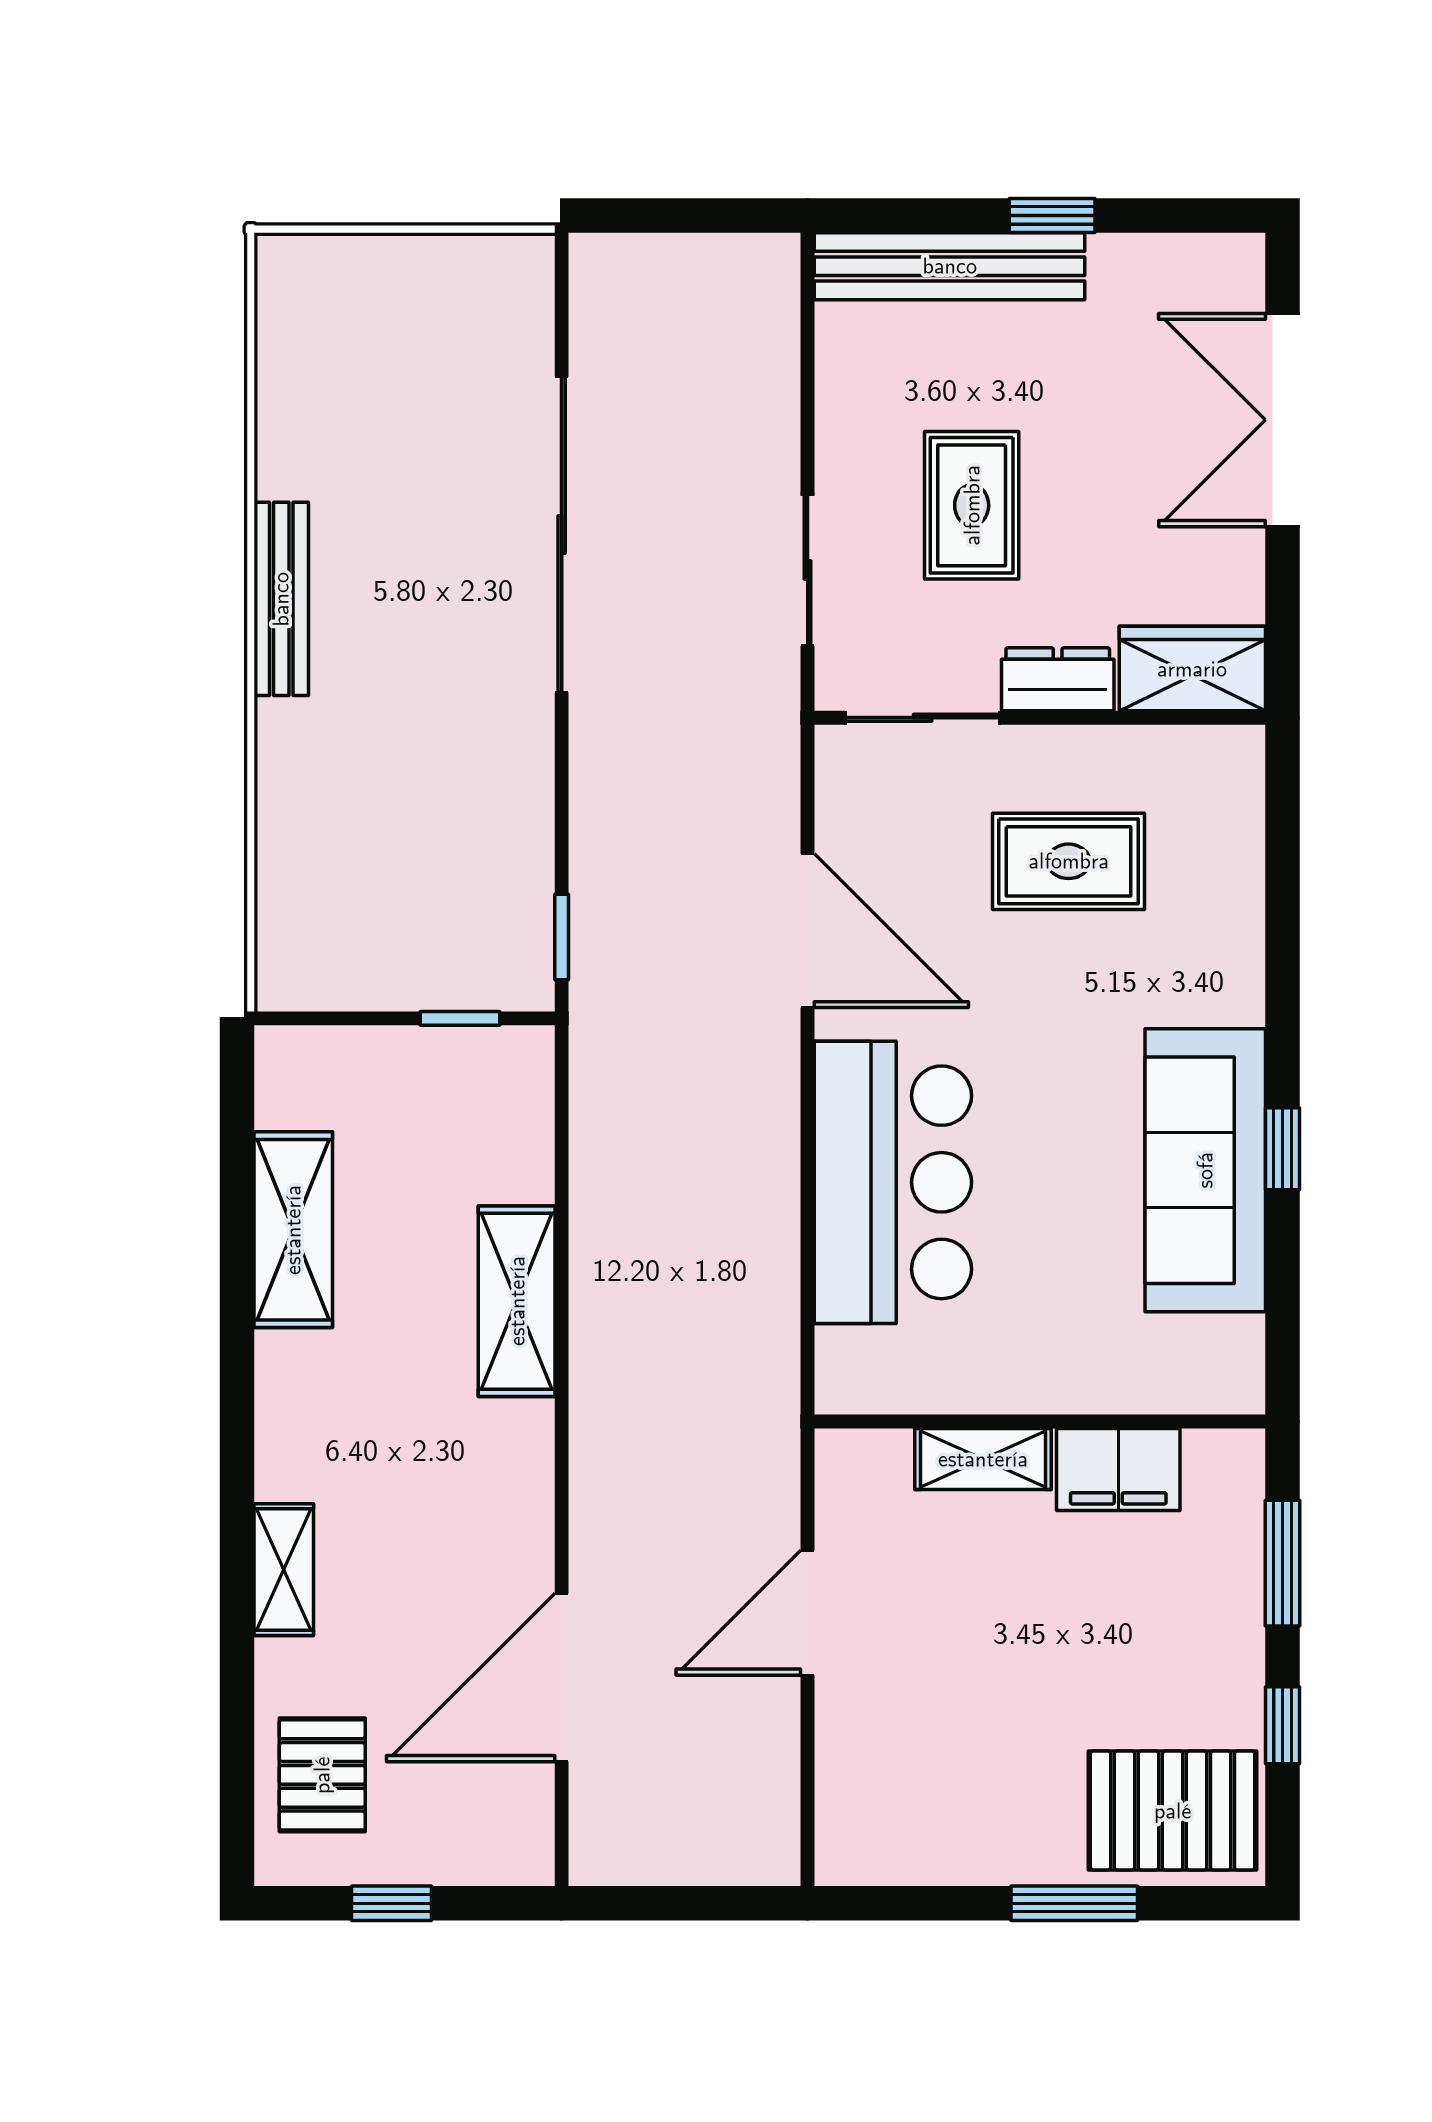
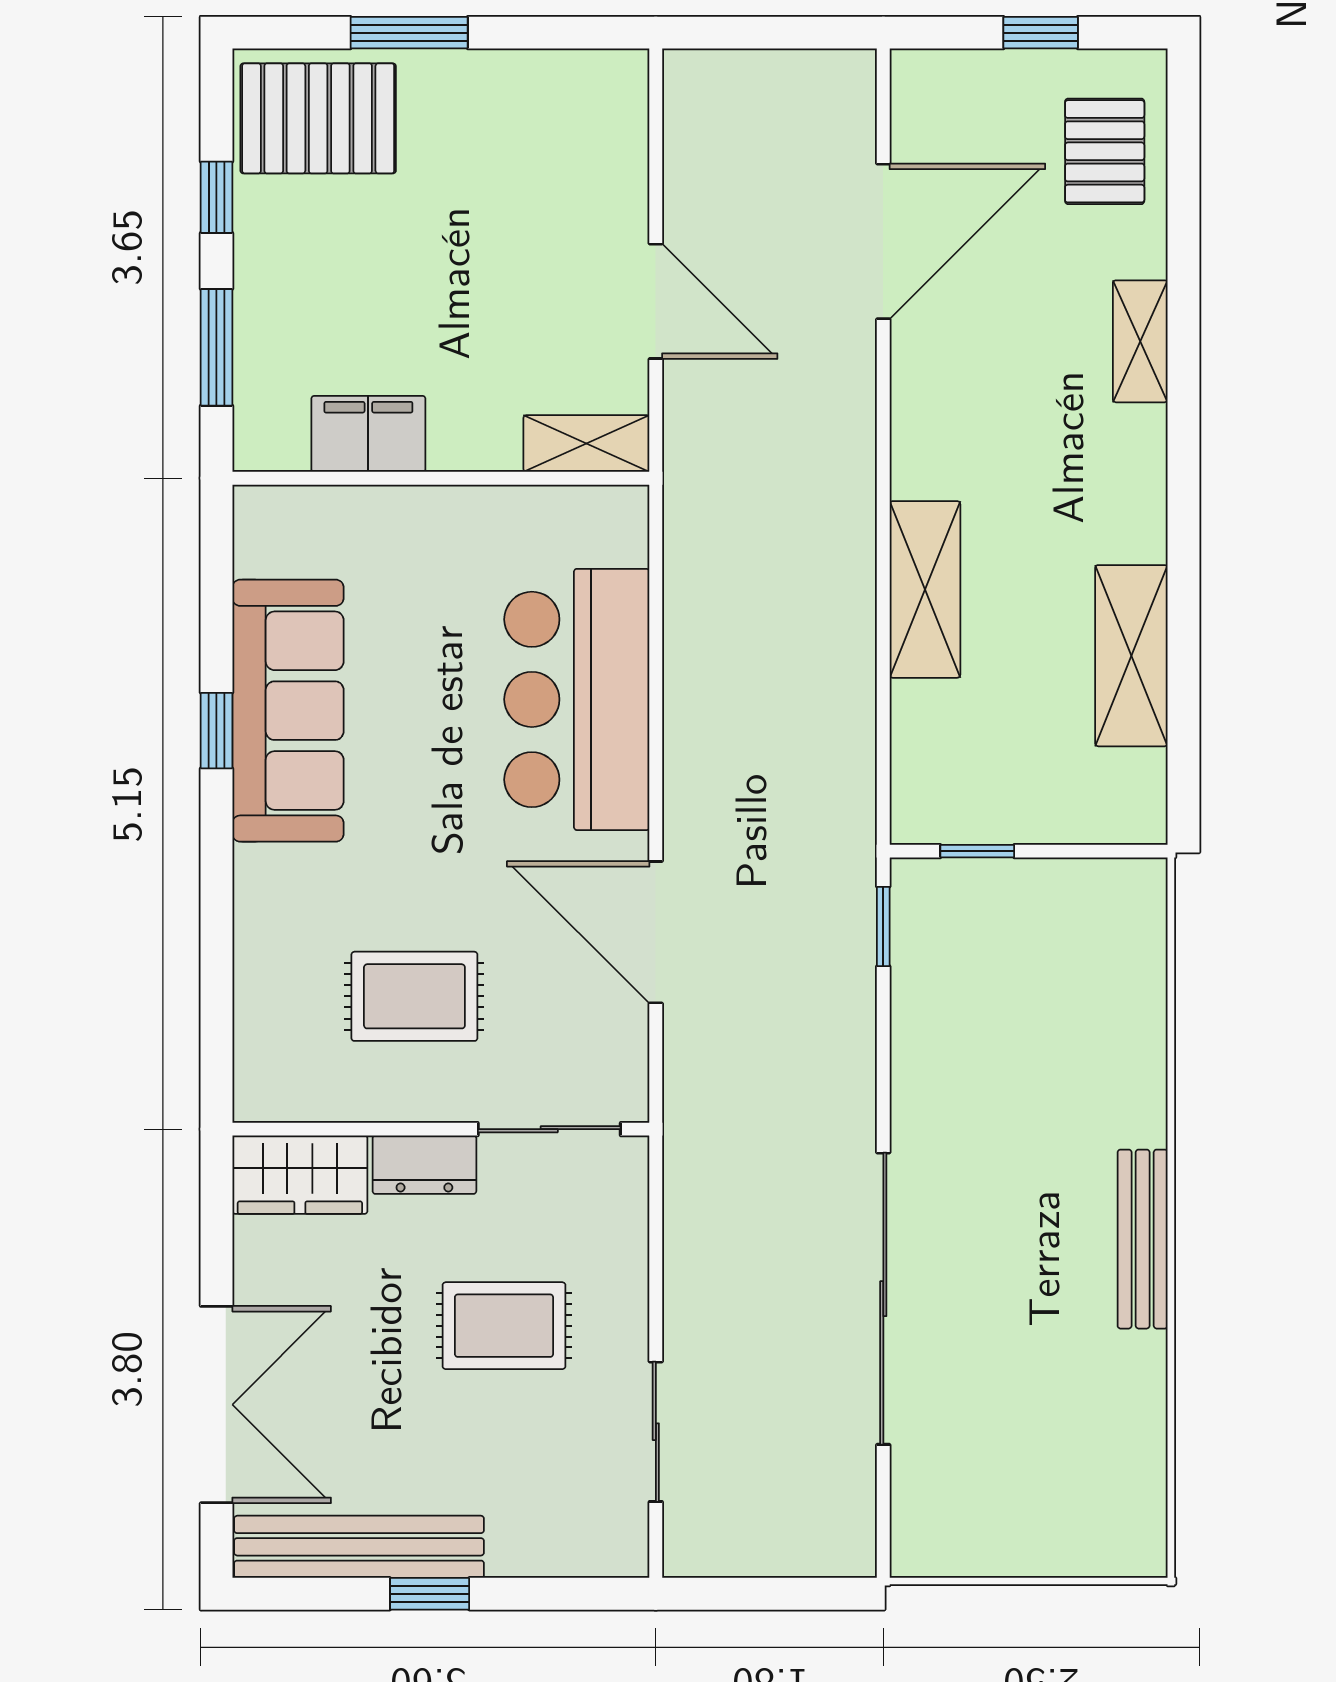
bench: (950, 266) -> (359, 1547), moved
rug: (972, 505) -> (504, 1326), turned 90
sliding door: (808, 570) -> (656, 1432), moved
shelving: (983, 1459) -> (586, 444), moved
door: (808, 1613) -> (656, 301), hinge flipped

